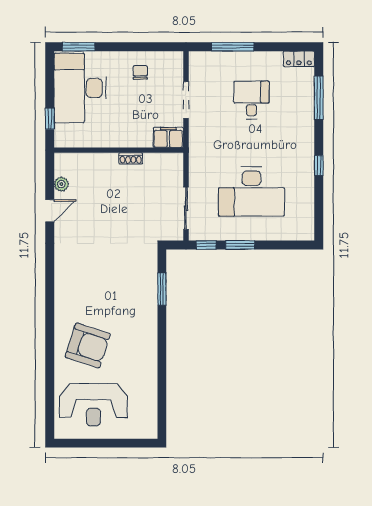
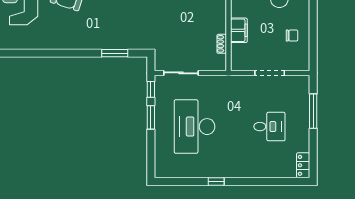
window: (319, 98) -> (271, 182), removed
filing cabinet: (168, 137) -> (239, 30), moved
shoe rack: (131, 158) -> (222, 44), moved

